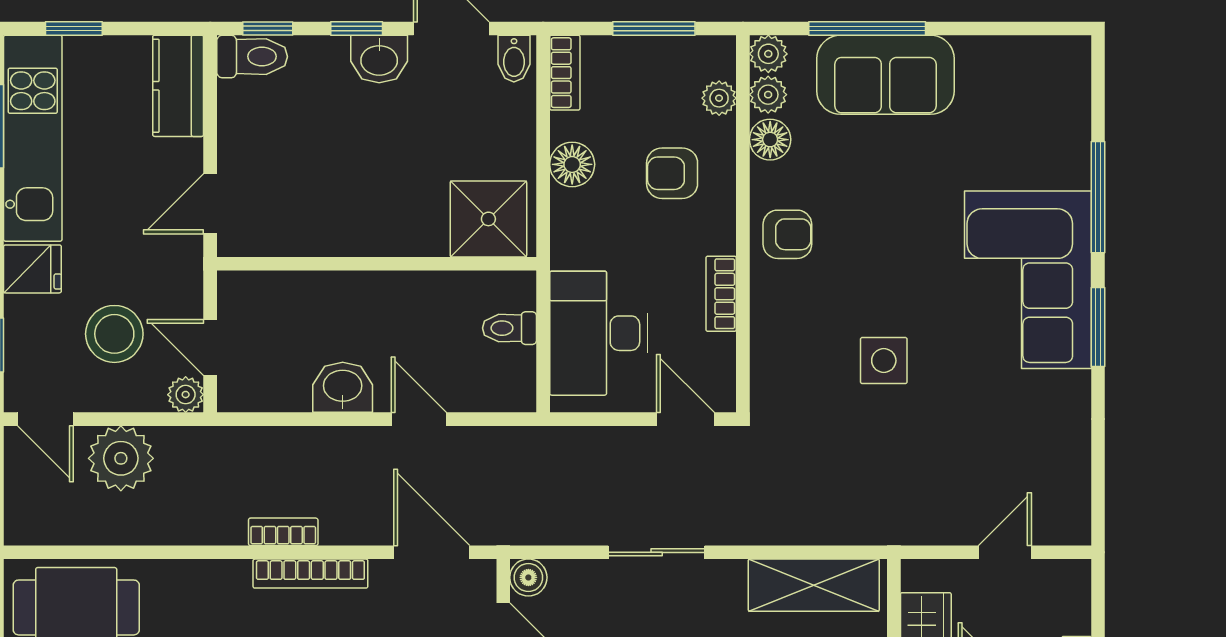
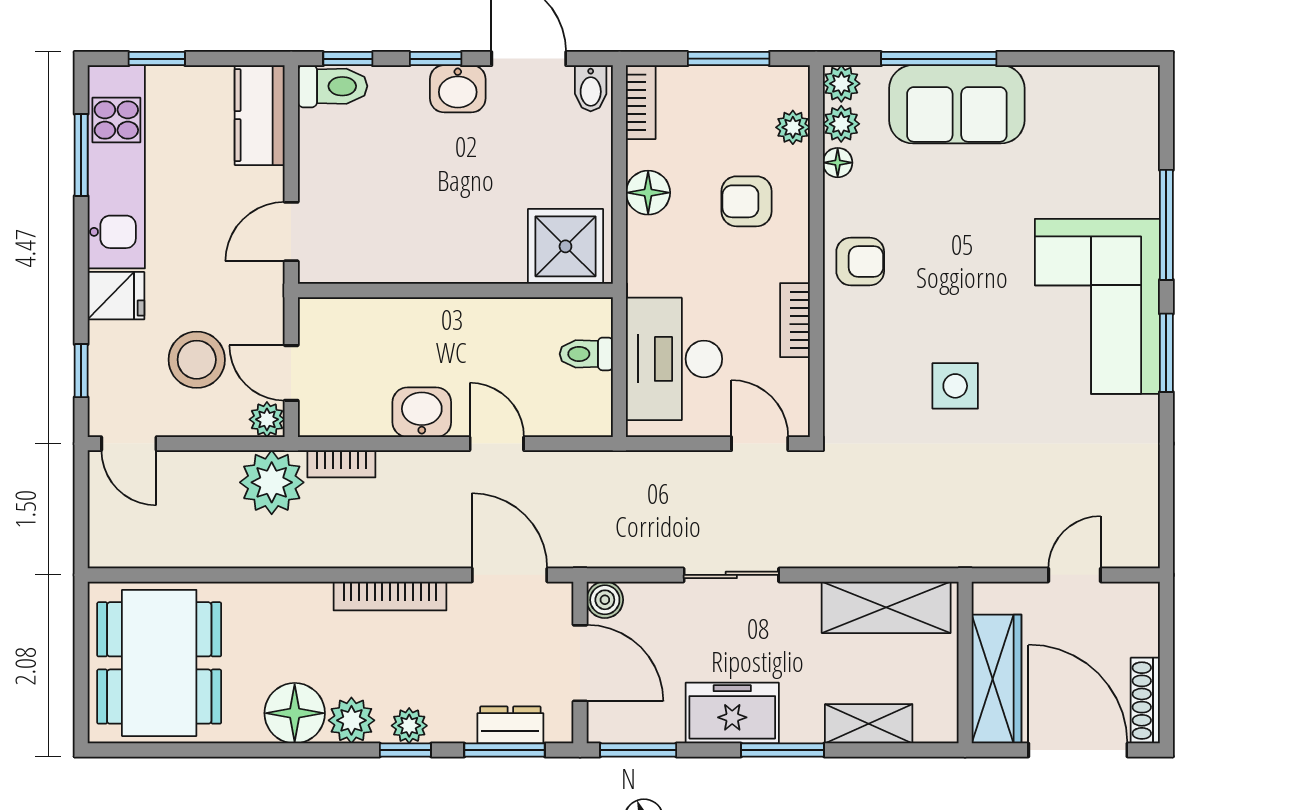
floor lamp: (770, 140) -> (838, 163), width x0.73, depth x0.73
plant: (121, 458) -> (272, 482), moved
bookcase: (283, 532) -> (341, 464), moved, turned 180

